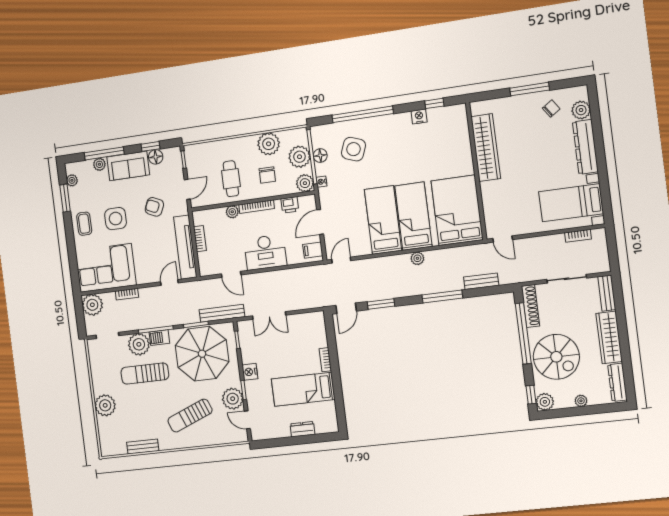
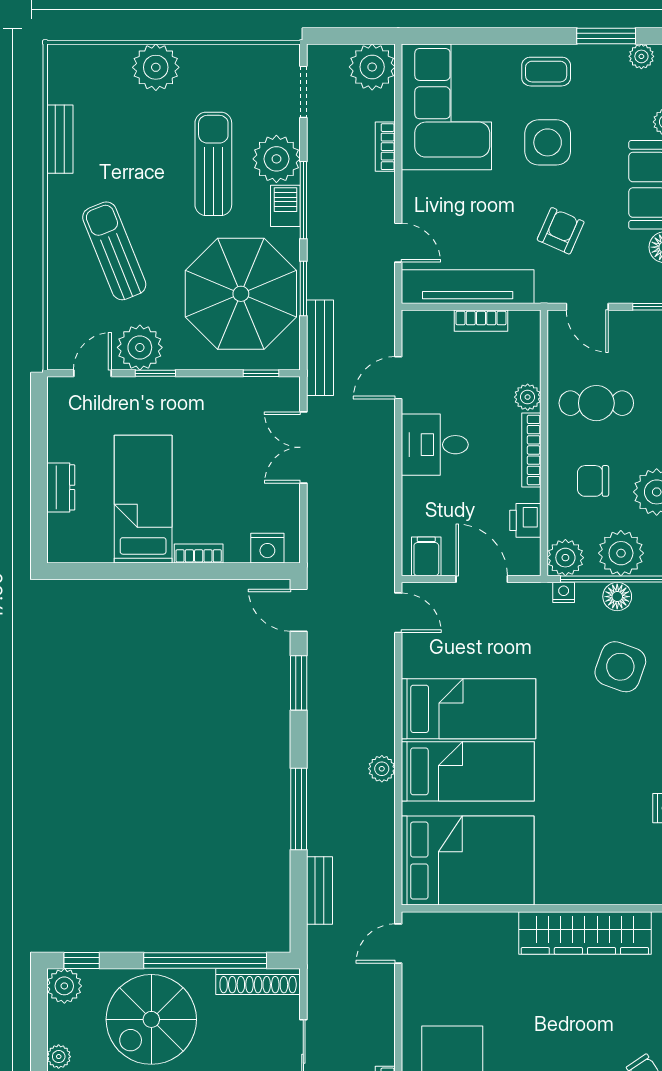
desk: (265, 252) -> (435, 445), width x0.73
nightstand: (250, 372) -> (267, 548), moved, turned 180

